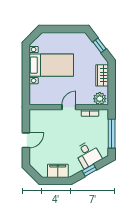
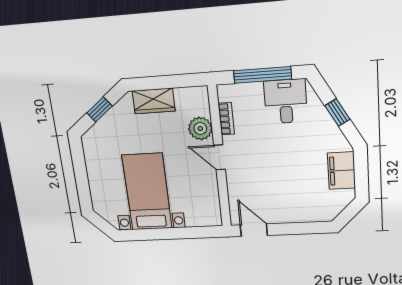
plant: (100, 99) -> (200, 129), moved
door: (26, 140) -> (254, 230), moved
desk: (88, 154) -> (286, 101), moved, turned -61

